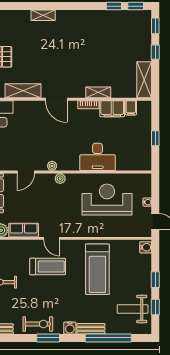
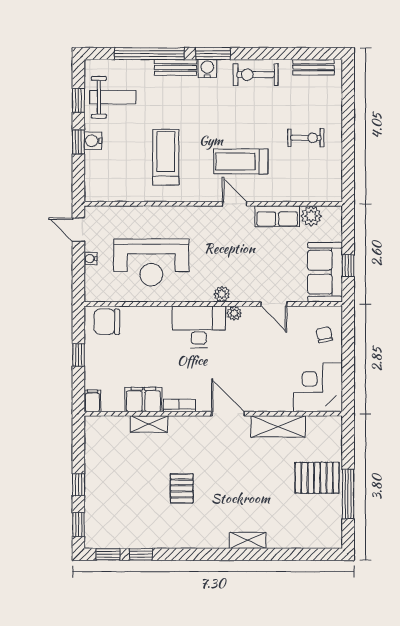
pallet: (87, 50) -> (182, 488), added
shelving: (144, 80) -> (95, 443), removed
shelving: (98, 92) -> (149, 424), moved
filing cabinet: (131, 108) -> (92, 401), moved
desk: (98, 157) -> (199, 327), moved
chair: (136, 160) -> (107, 322), added
door: (26, 172) -> (274, 304), swing flipped
water cooler: (146, 247) -> (93, 141), moved
treadmill: (97, 269) -> (166, 157), width x0.73, depth x0.73
window: (48, 338) -> (213, 54), moved

